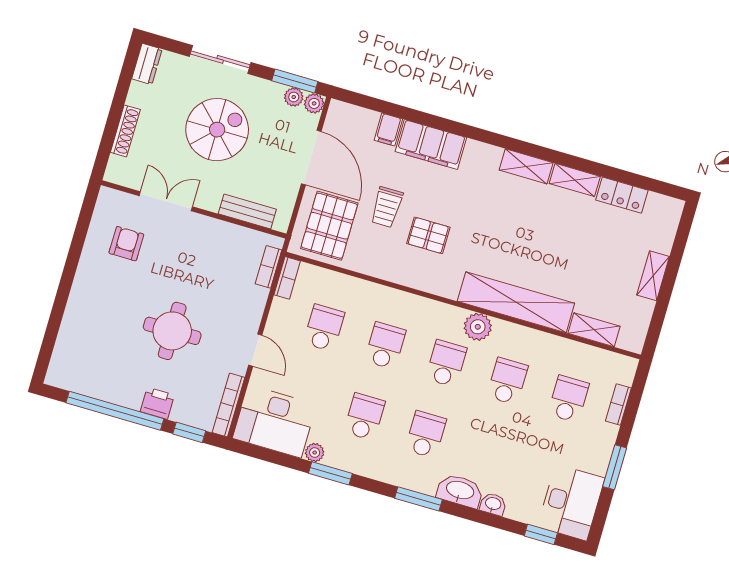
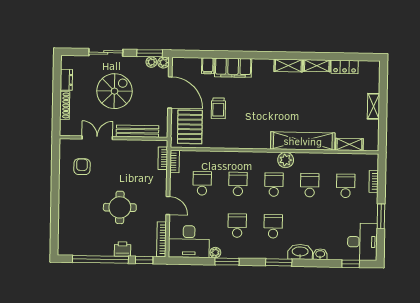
dresser: (147, 64) -> (66, 80), moved
bench: (247, 212) -> (137, 131), width x1.36
pallet: (428, 235) -> (245, 117), removed

